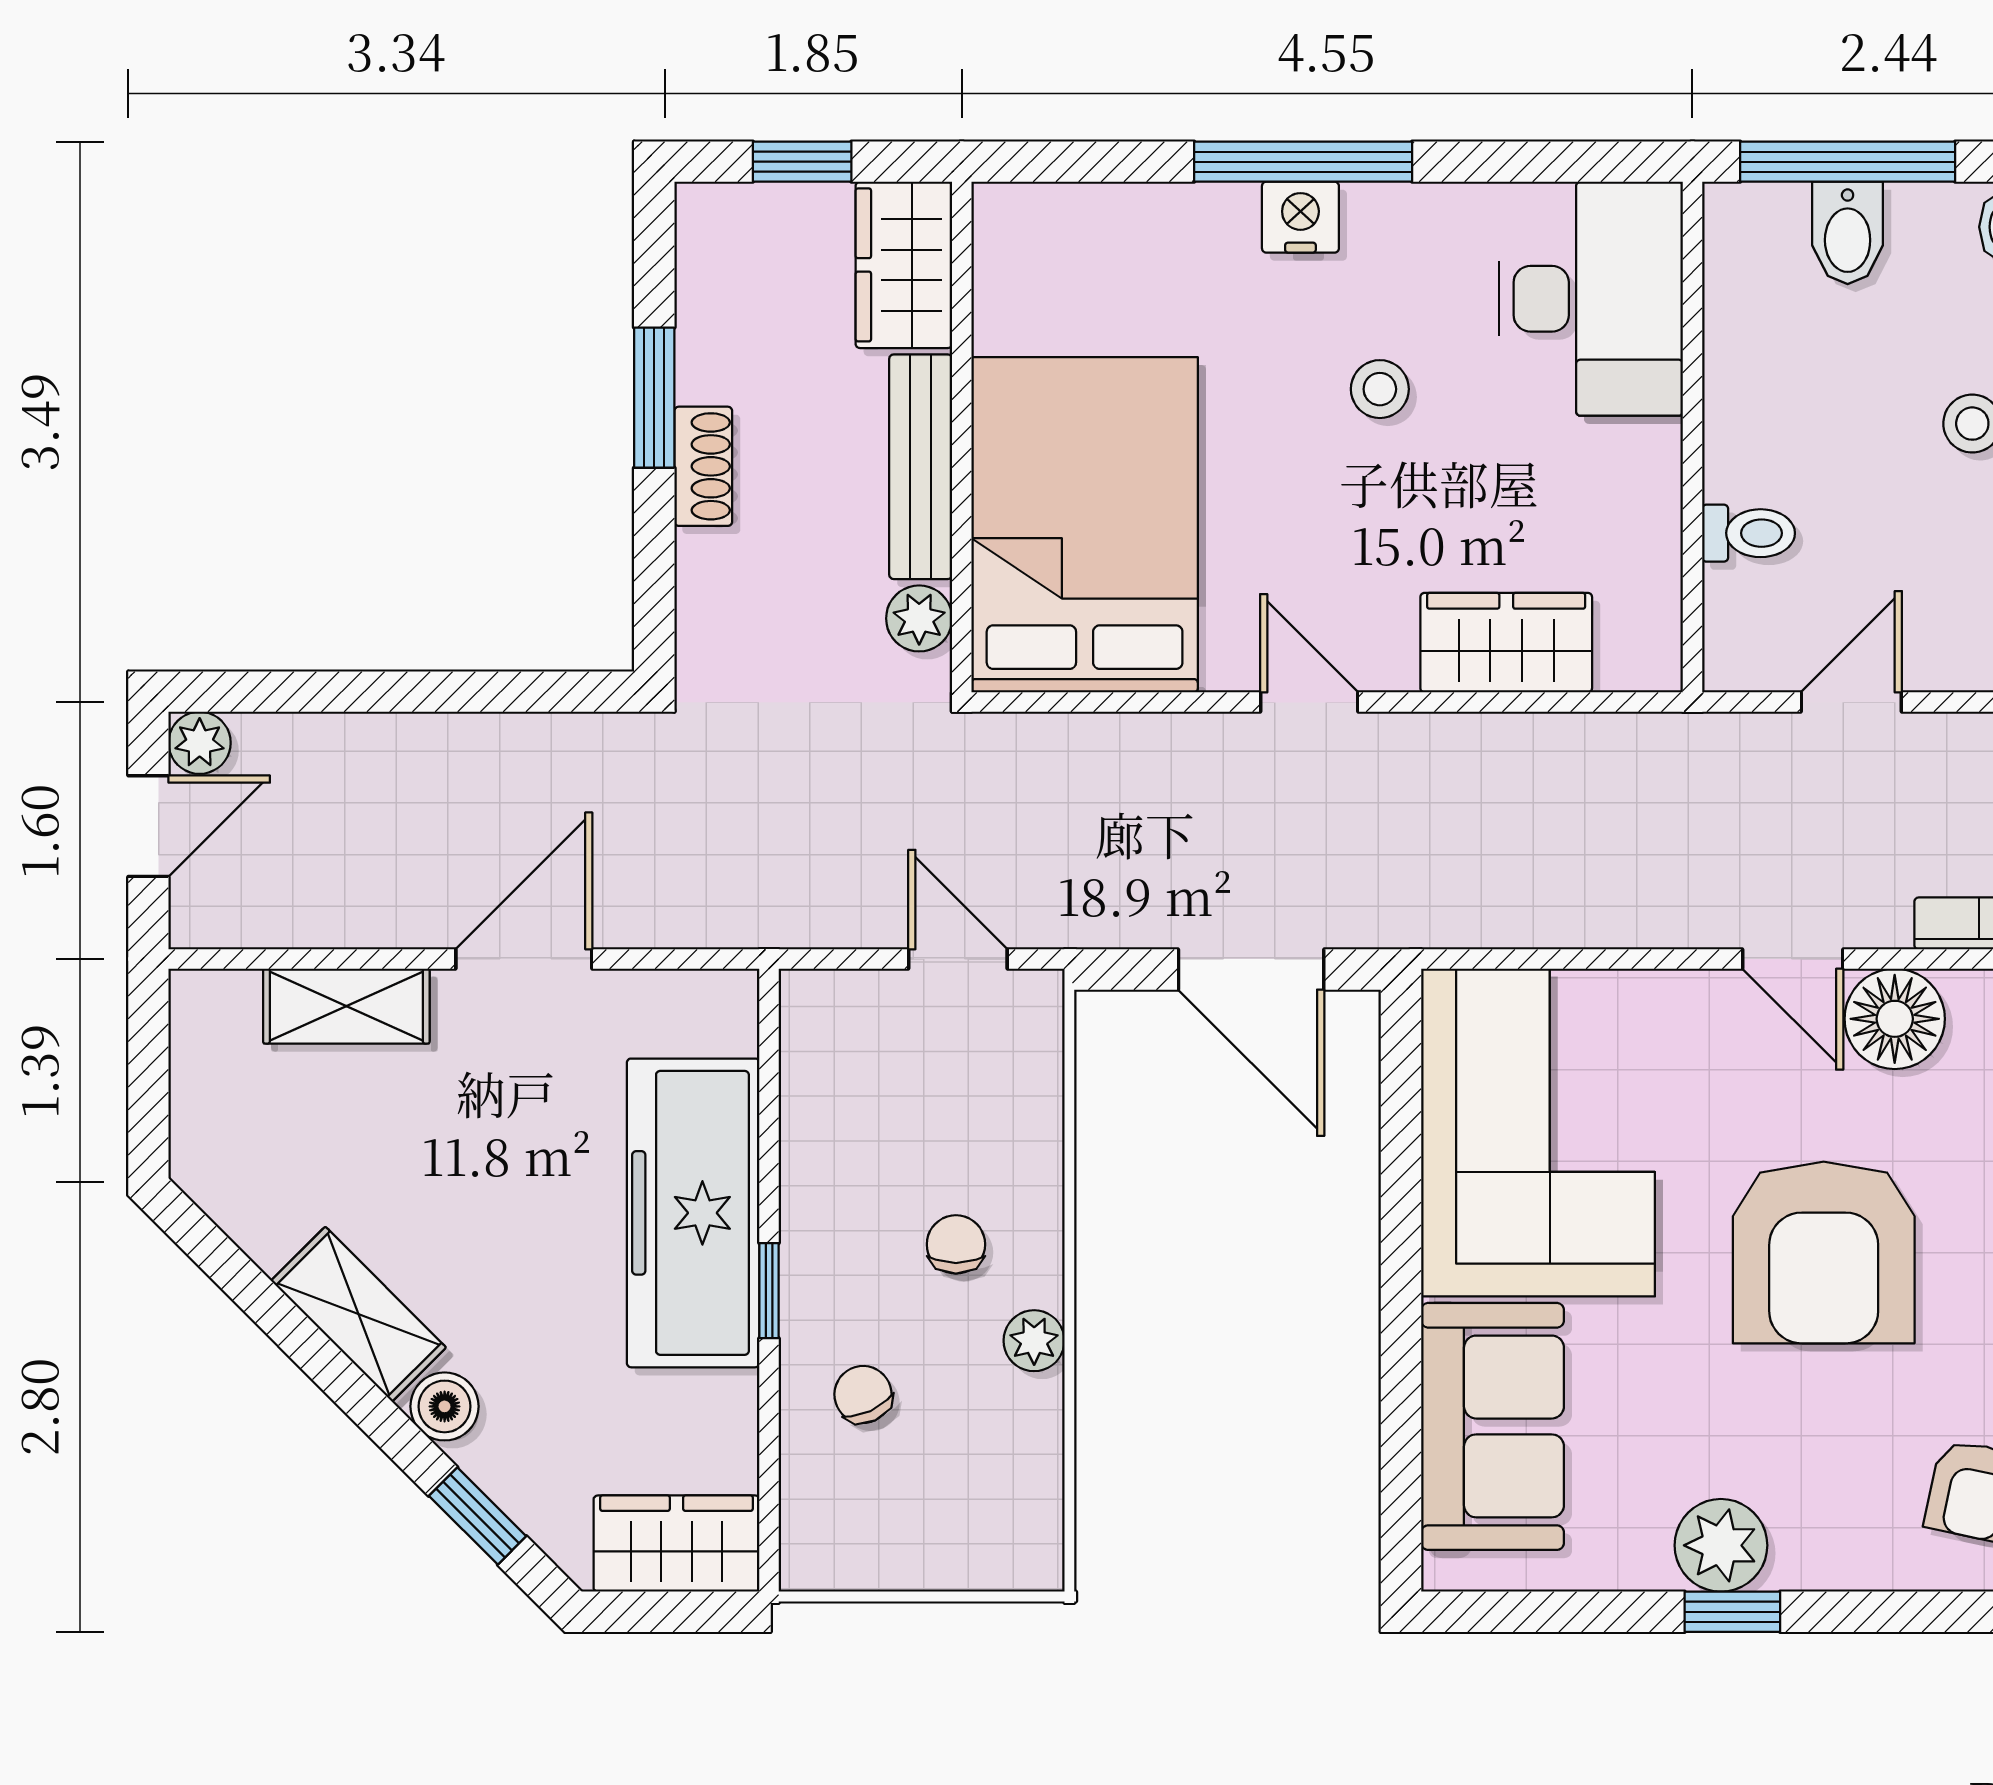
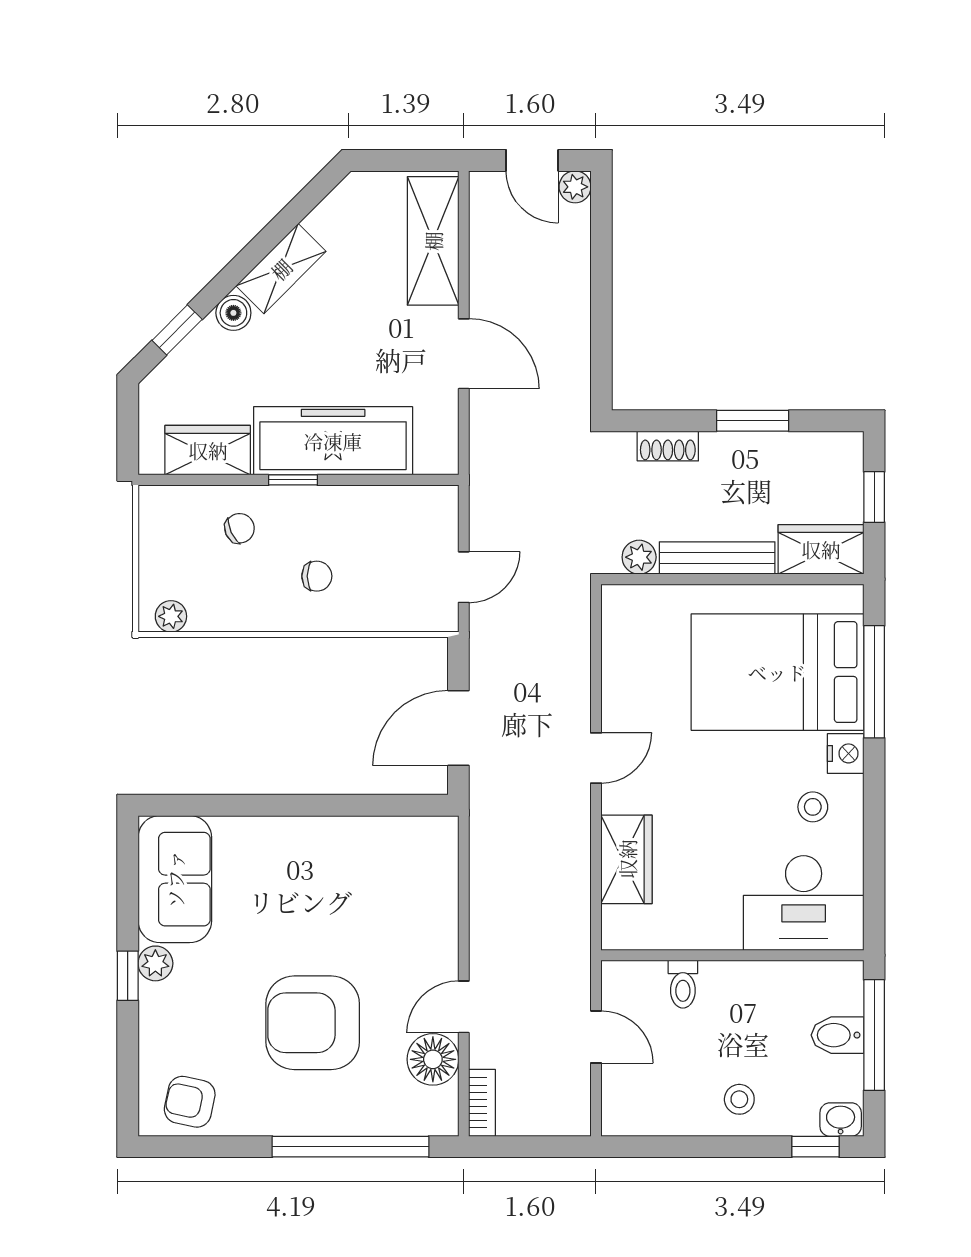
window: (1303, 162) -> (874, 682), moved
stool: (1380, 389) -> (813, 807), moved
shoe rack: (703, 466) -> (668, 446), moved
bed: (1085, 525) -> (777, 672), moved, turned 180
shelving: (346, 1006) -> (433, 241), width x1.50, depth x1.33
corner sofa: (1538, 1133) -> (374, 876), removed
plant: (1034, 1341) -> (171, 616), moved
sofa: (1492, 1426) -> (175, 879), moved, turned -90
wardrobe: (676, 1544) -> (208, 450), moved, turned -90
plant: (1721, 1545) -> (155, 963), width x0.73, depth x0.73

